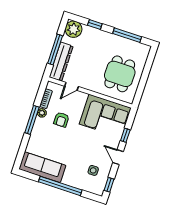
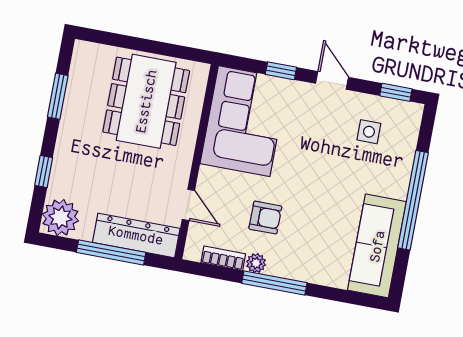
window: (127, 35) -> (58, 96), width x0.69
dining table: (120, 74) -> (146, 101), width x1.38
door: (118, 157) -> (332, 80), swing flipped

